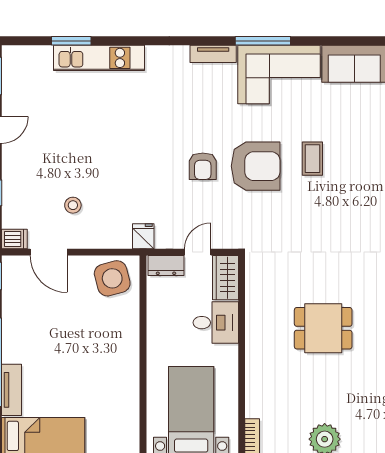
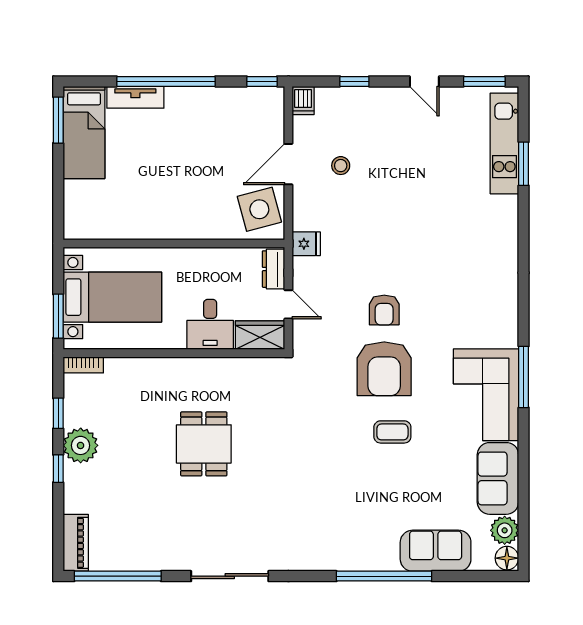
tv unit: (213, 54) -> (509, 321), removed
kitchen unit: (99, 58) -> (504, 143), moved
armchair: (203, 166) -> (384, 310), turned -90
door: (49, 252) -> (288, 164), moved

